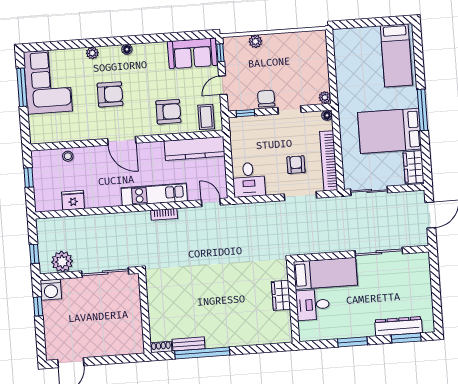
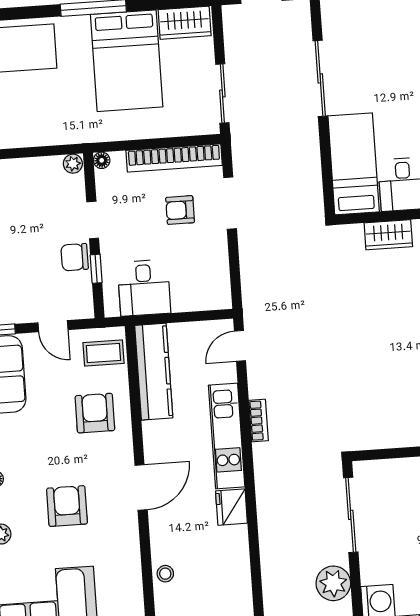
window: (245, 113) -> (96, 269), moved
desk: (249, 180) -> (144, 288), moved, turned 90
fridge: (73, 200) -> (231, 507), moved

